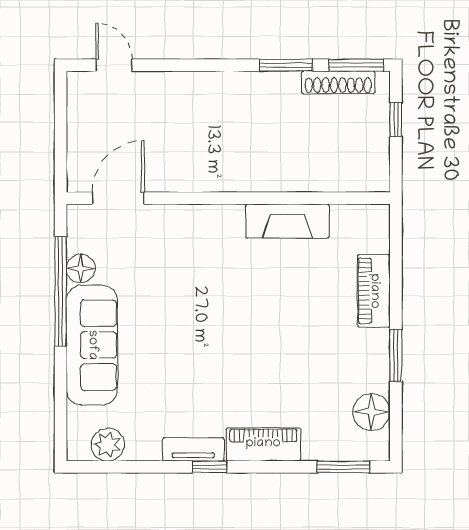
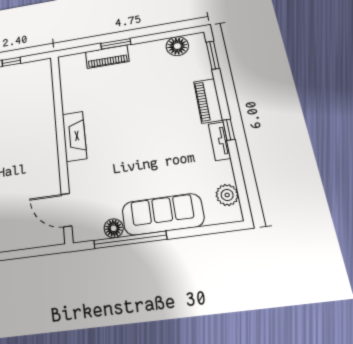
fireplace: (288, 221) -> (74, 136), moved
window: (396, 355) -> (116, 44), moved

